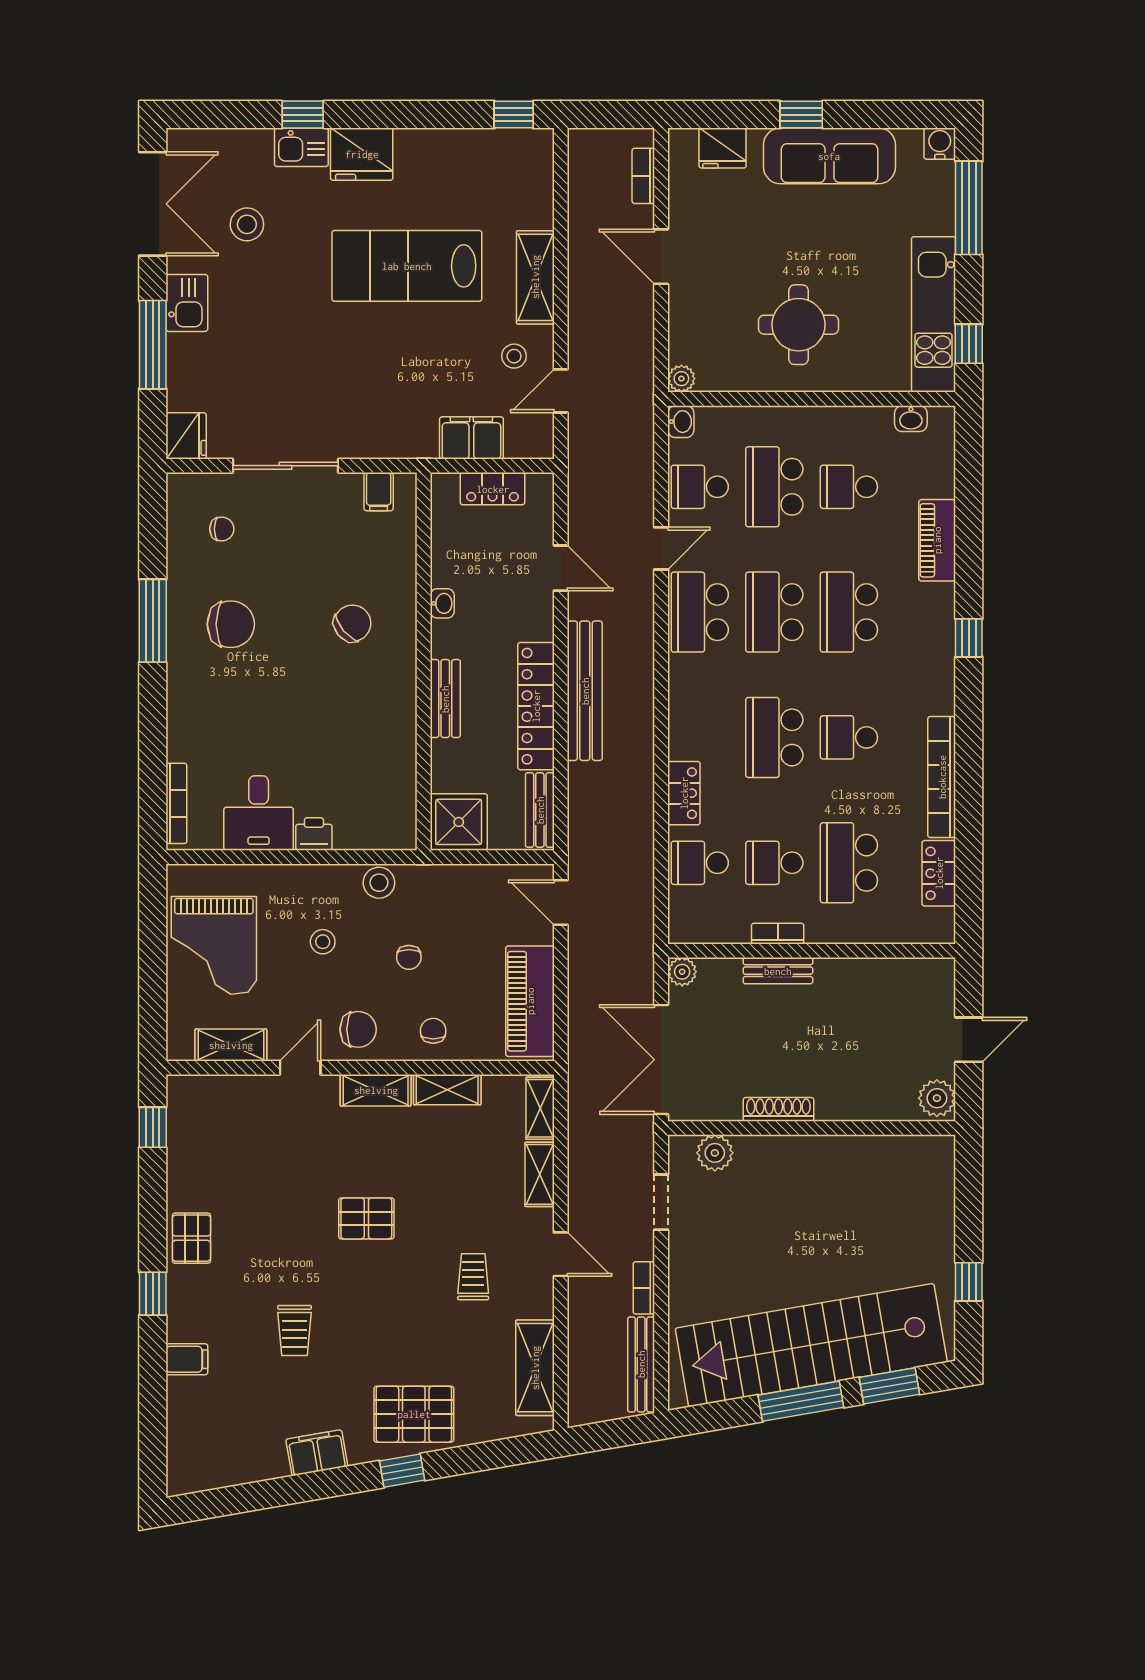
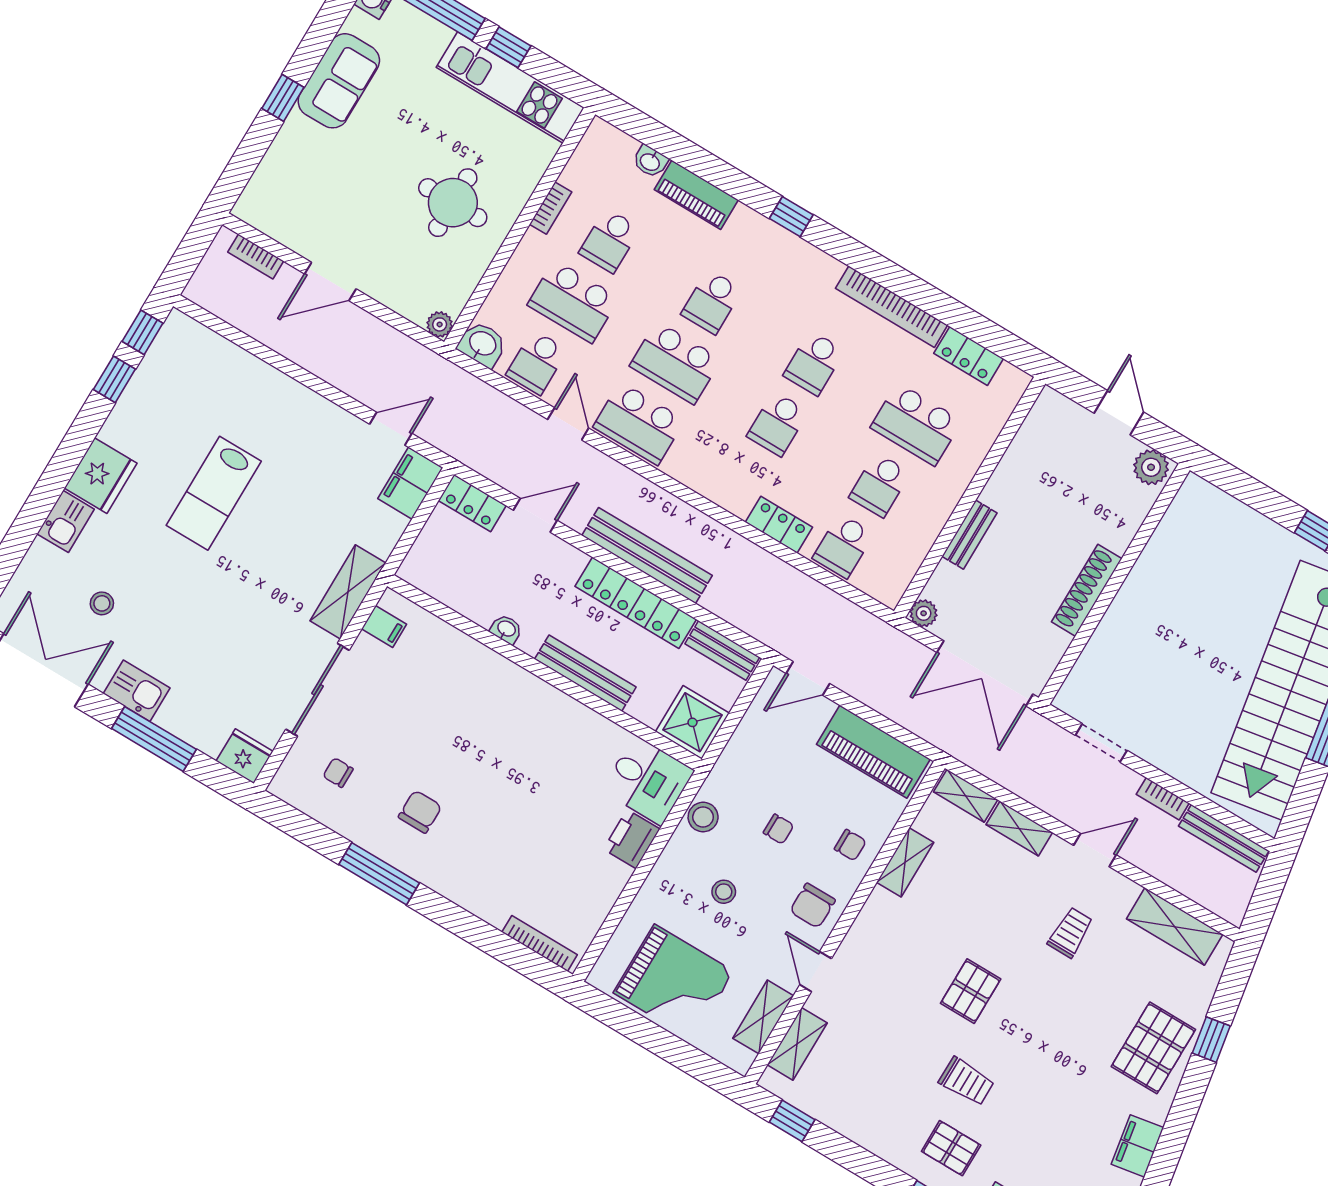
window: (303, 115) -> (114, 379), moved
fridge: (723, 148) -> (272, 178), removed
sofa: (829, 156) -> (339, 81), width x0.73
stool: (247, 224) -> (102, 603), width x0.73, depth x0.73
lab bench: (407, 266) -> (214, 493), width x0.73, depth x0.72
shelving: (535, 277) -> (348, 592), moved, turned 90
window: (969, 344) -> (508, 47), moved
stool: (514, 356) -> (340, 450), removed
door: (561, 391) -> (391, 429), swing flipped
washbasin: (911, 419) -> (650, 161), moved, turned 90
washbasin: (681, 422) -> (482, 344), width x1.38, depth x1.45
filing cabinet: (471, 438) -> (410, 483), moved
locker: (493, 489) -> (472, 503), moved, turned 90
chair: (222, 529) -> (338, 773), turned -90
school desk: (849, 612) -> (712, 302), width x0.54
chair: (352, 623) -> (479, 712), removed
chair: (231, 624) -> (420, 812), width x0.73, depth x0.73
bench: (445, 699) -> (585, 673), width x1.36
school desk: (774, 737) -> (778, 424), width x0.54
desk: (259, 813) -> (648, 780), moved
printer: (314, 834) -> (632, 839), width x1.36, depth x1.24
bookcase: (778, 934) -> (551, 208), moved, turned 180
chair: (358, 1029) -> (813, 906), turned 180
chair: (433, 1031) -> (850, 845), turned 180
shelving: (376, 1090) -> (797, 1044), moved
shoe rack: (778, 1109) -> (1087, 590), width x1.36, depth x1.24
plant: (715, 1153) -> (1087, 675), removed
pallet: (191, 1238) -> (951, 1148), moved
trolley: (473, 1277) -> (1070, 933), turned 90
trolley: (294, 1330) -> (966, 1081), moved
window: (402, 1471) -> (1211, 1040), moved

